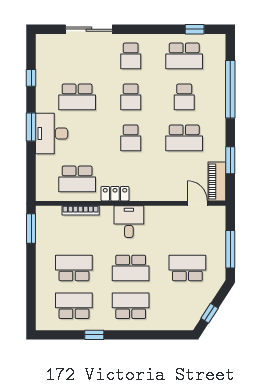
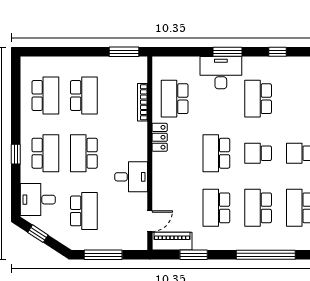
school desk: (184, 97) -> (258, 208), width x1.85
school desk: (131, 138) -> (216, 153), width x1.85
desk: (129, 222) -> (131, 177), moved
desk: (176, 313) -> (38, 200), added
window: (94, 335) -> (16, 154), moved

